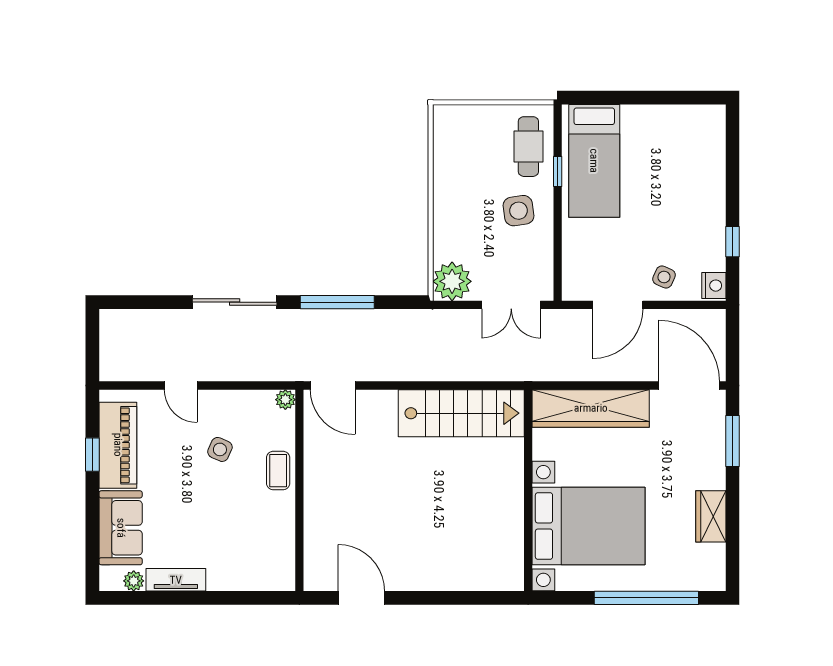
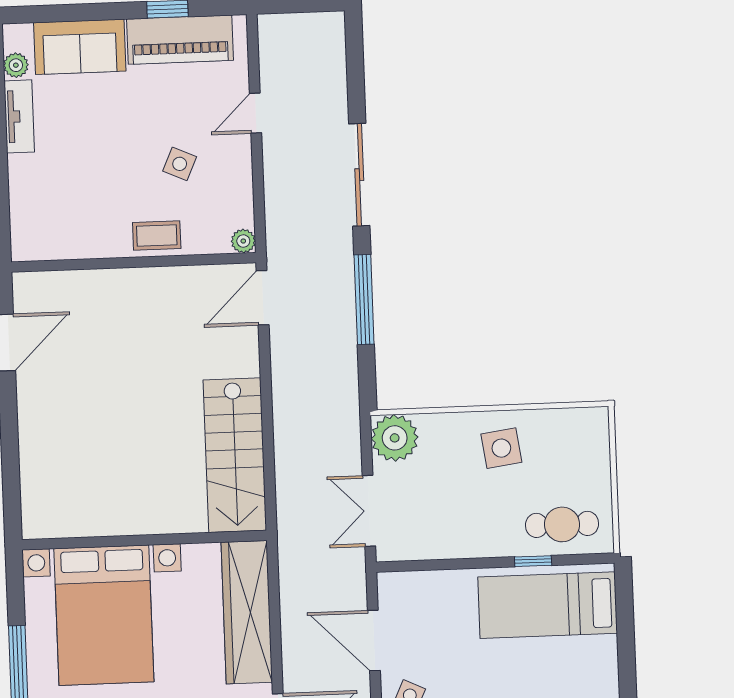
side table: (519, 211) -> (501, 448), moved

